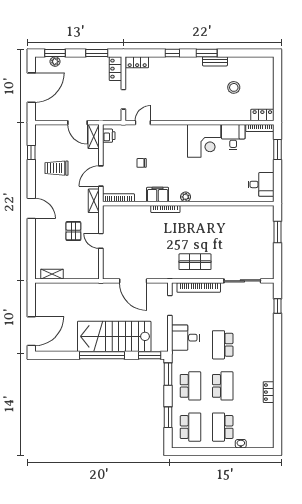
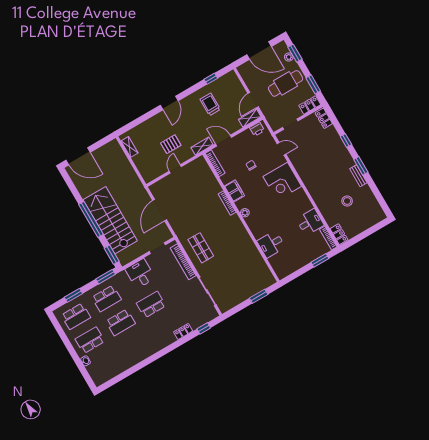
cafe table: (80, 80) -> (286, 83), added
corner desk: (204, 141) -> (282, 181), moved
desk: (261, 184) -> (271, 244), moved, turned 90
locker: (269, 392) -> (183, 331), moved

